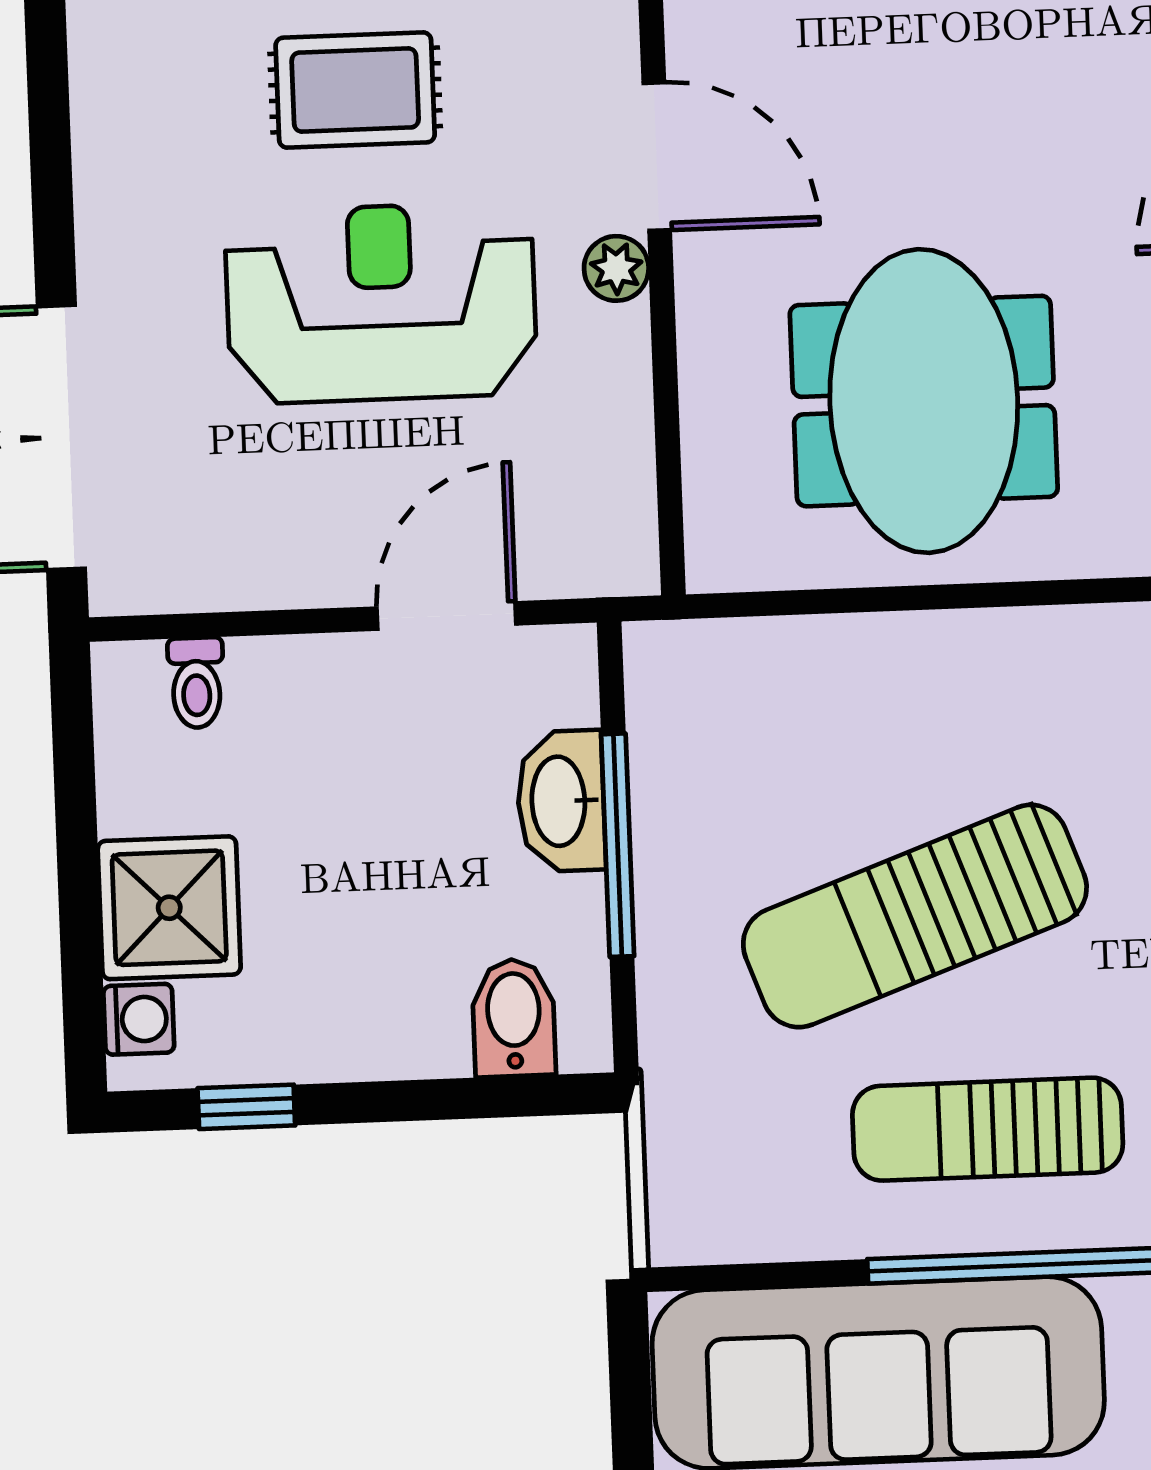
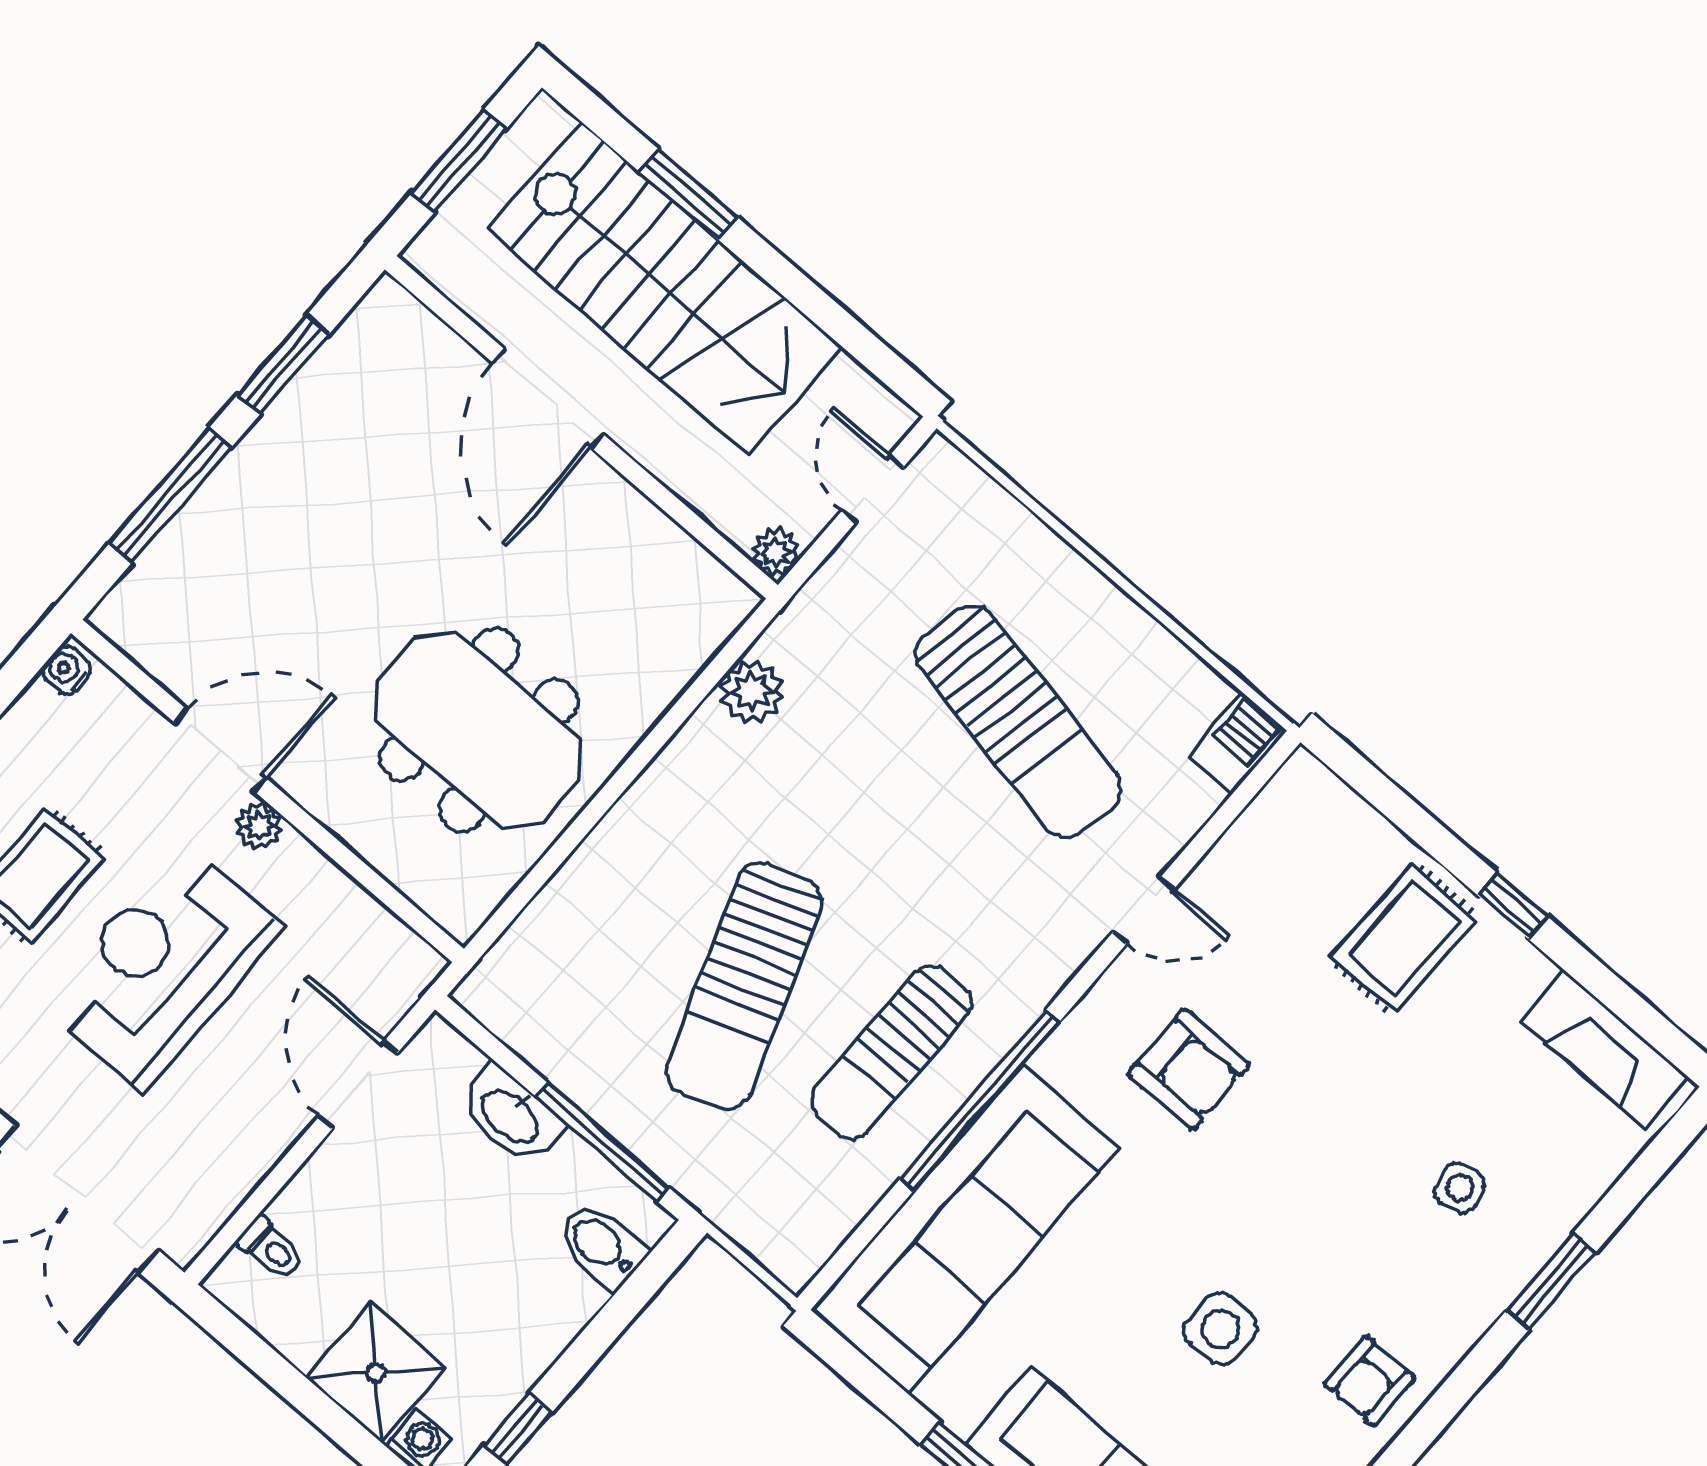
window: (618, 845) -> (602, 1142), moved

